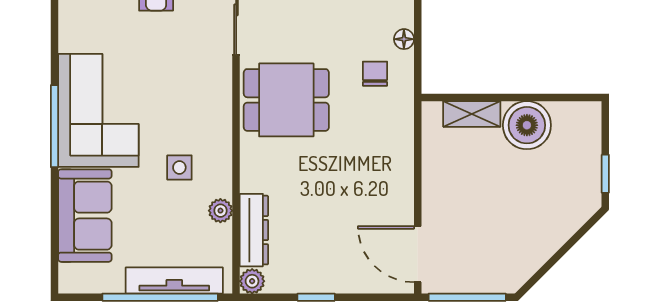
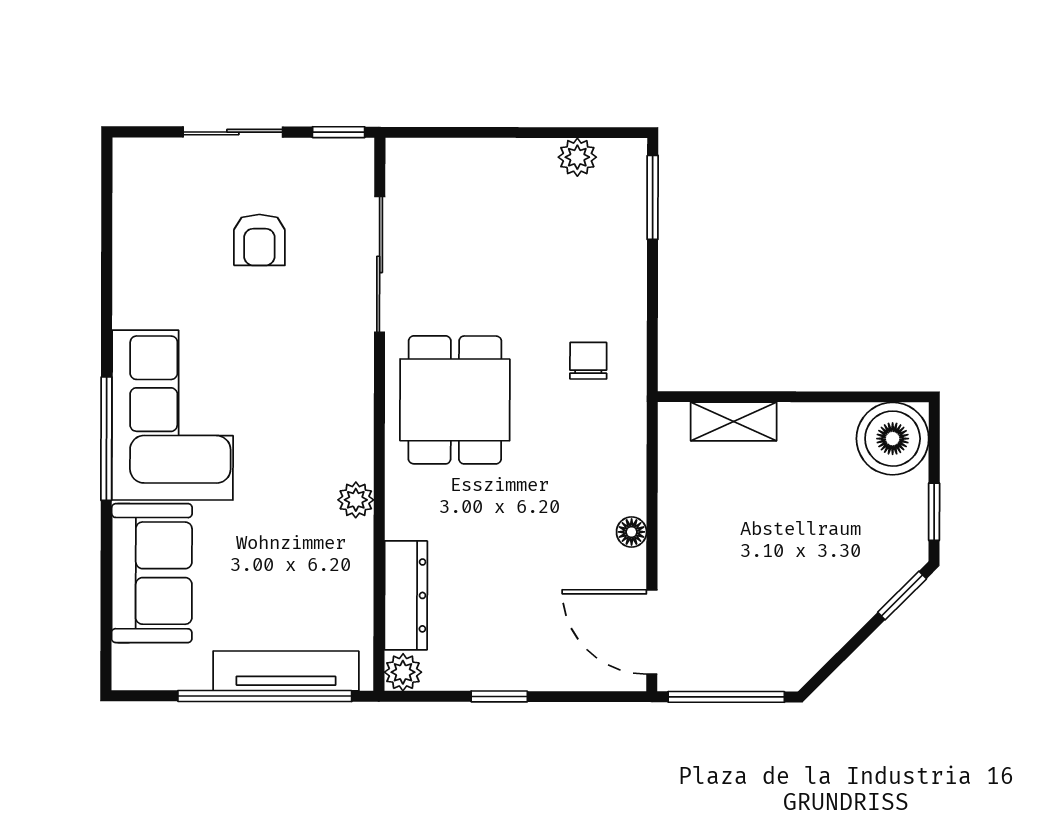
floor lamp: (404, 39) -> (632, 532), moved
dining table: (286, 100) -> (455, 400), turned 90
boiler: (527, 125) -> (893, 439), moved
side table: (179, 167) -> (294, 501), removed
plant: (220, 211) -> (356, 500), moved
window: (584, 230) -> (902, 596), added

